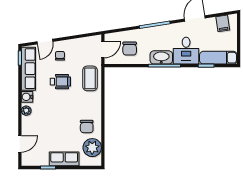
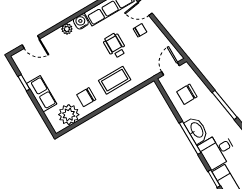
door: (103, 50) -> (171, 69), swing flipped
coffee table: (90, 78) -> (115, 80), moved
wheelchair: (60, 82) -> (115, 46), turned 180

